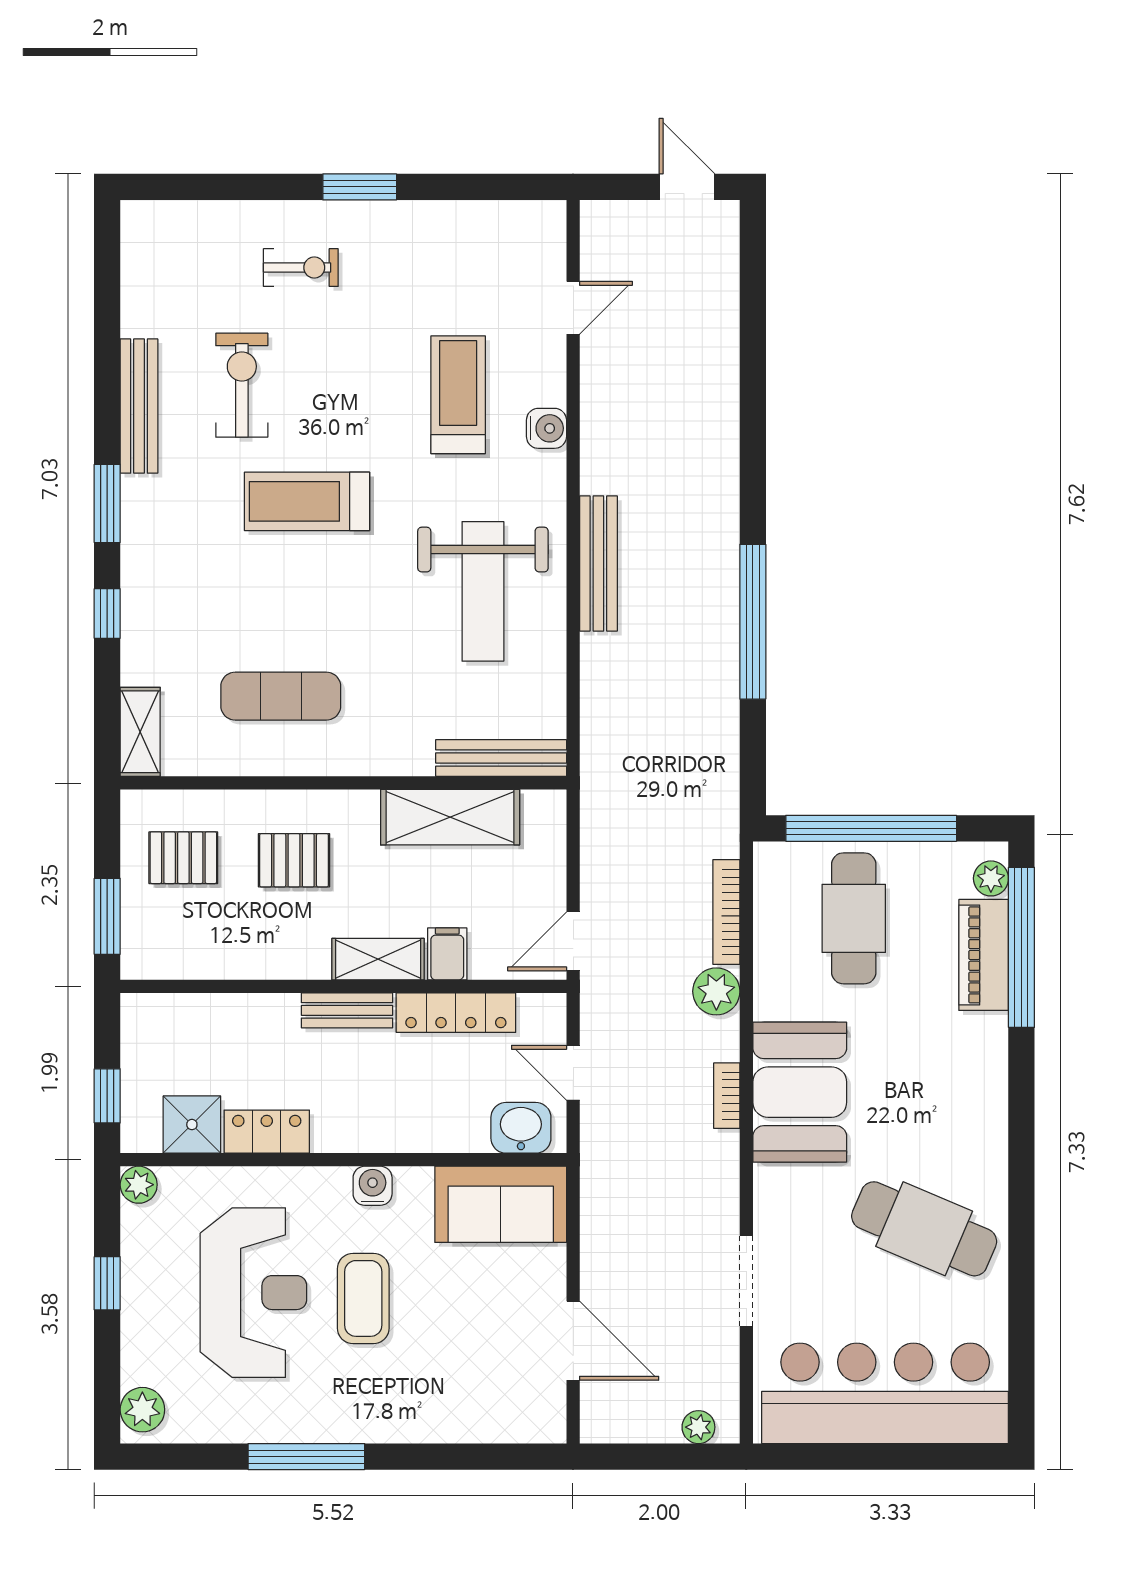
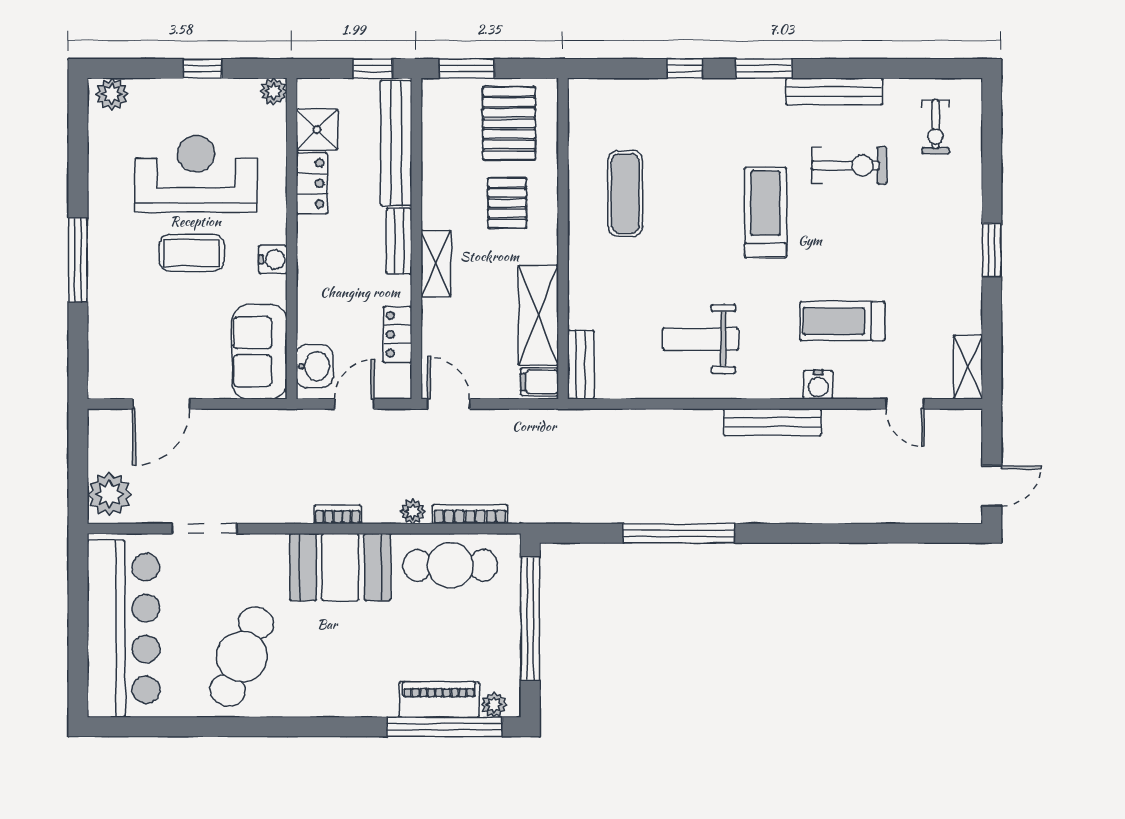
exercise bike: (301, 268) -> (936, 127), moved
treadmill: (458, 395) -> (842, 321), turned 180
bench: (598, 563) -> (773, 422), moved
weight bench: (483, 591) -> (701, 339), width x0.73, depth x0.75
shelving: (140, 732) -> (968, 367), moved, turned 90
bench: (501, 758) -> (581, 365), width x0.73
pallet: (183, 858) -> (509, 123), width x1.50, depth x1.42
cafe table: (854, 918) -> (450, 565), moved
filing cabinet: (447, 954) -> (539, 382), moved, turned 180
plant: (716, 991) -> (413, 512), width x0.73, depth x0.73
locker: (456, 1013) -> (397, 334), width x0.66
bench: (211, 1015) -> (396, 143), added
window: (107, 1096) -> (373, 69), moved
reception desk: (253, 1293) -> (196, 174), turned 180
plant: (698, 1427) -> (109, 494), width x1.88, depth x1.88
window: (306, 1457) -> (78, 260), moved

